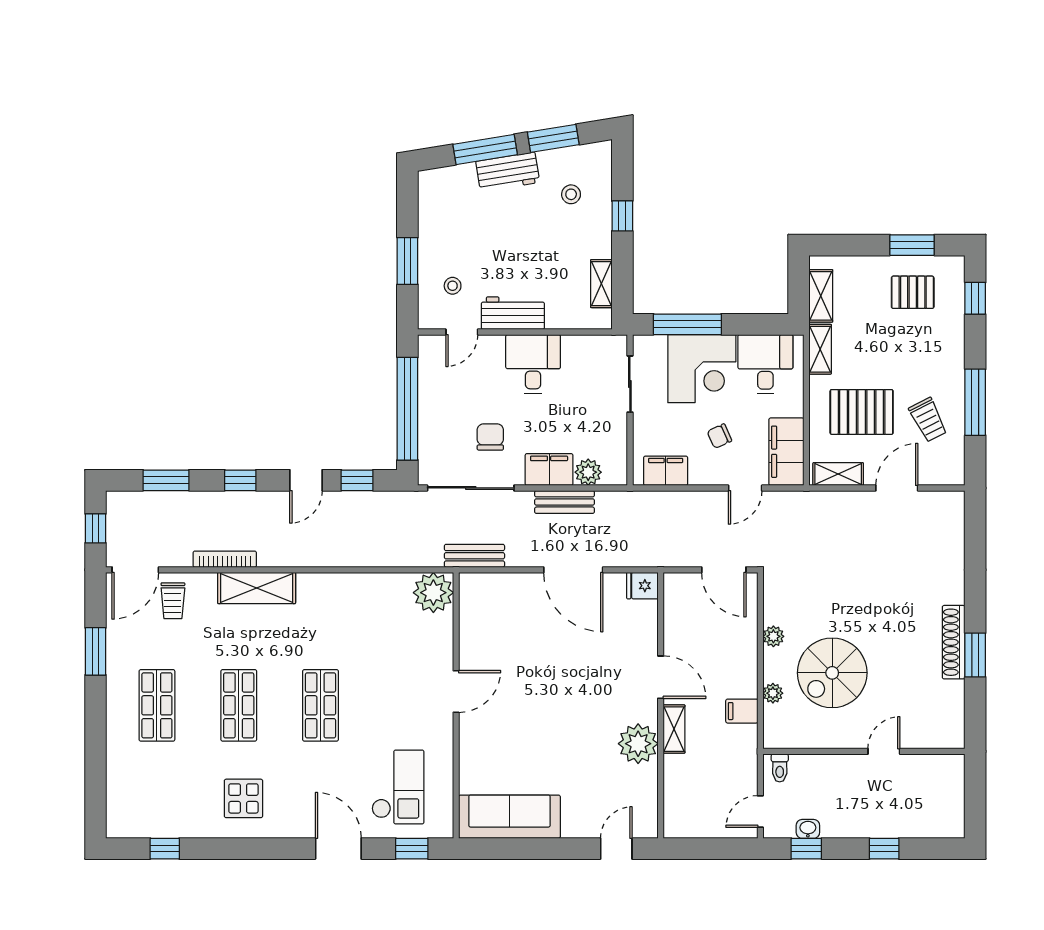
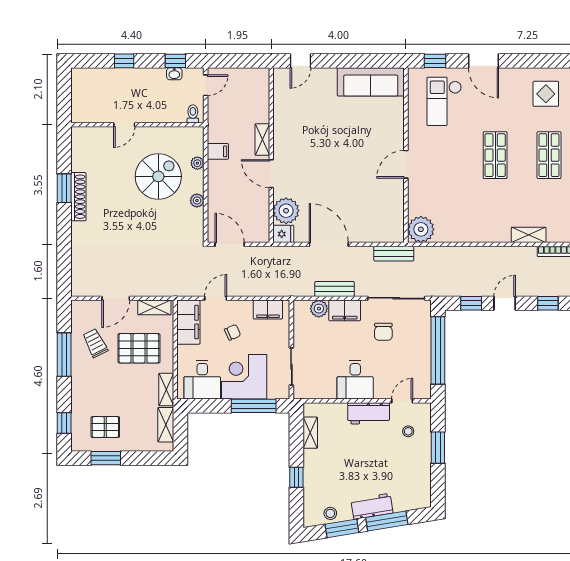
stool: (571, 194) -> (330, 513), moved
shelving: (257, 588) -> (529, 235), width x0.67, depth x0.75
plant: (638, 744) -> (286, 211), moved

